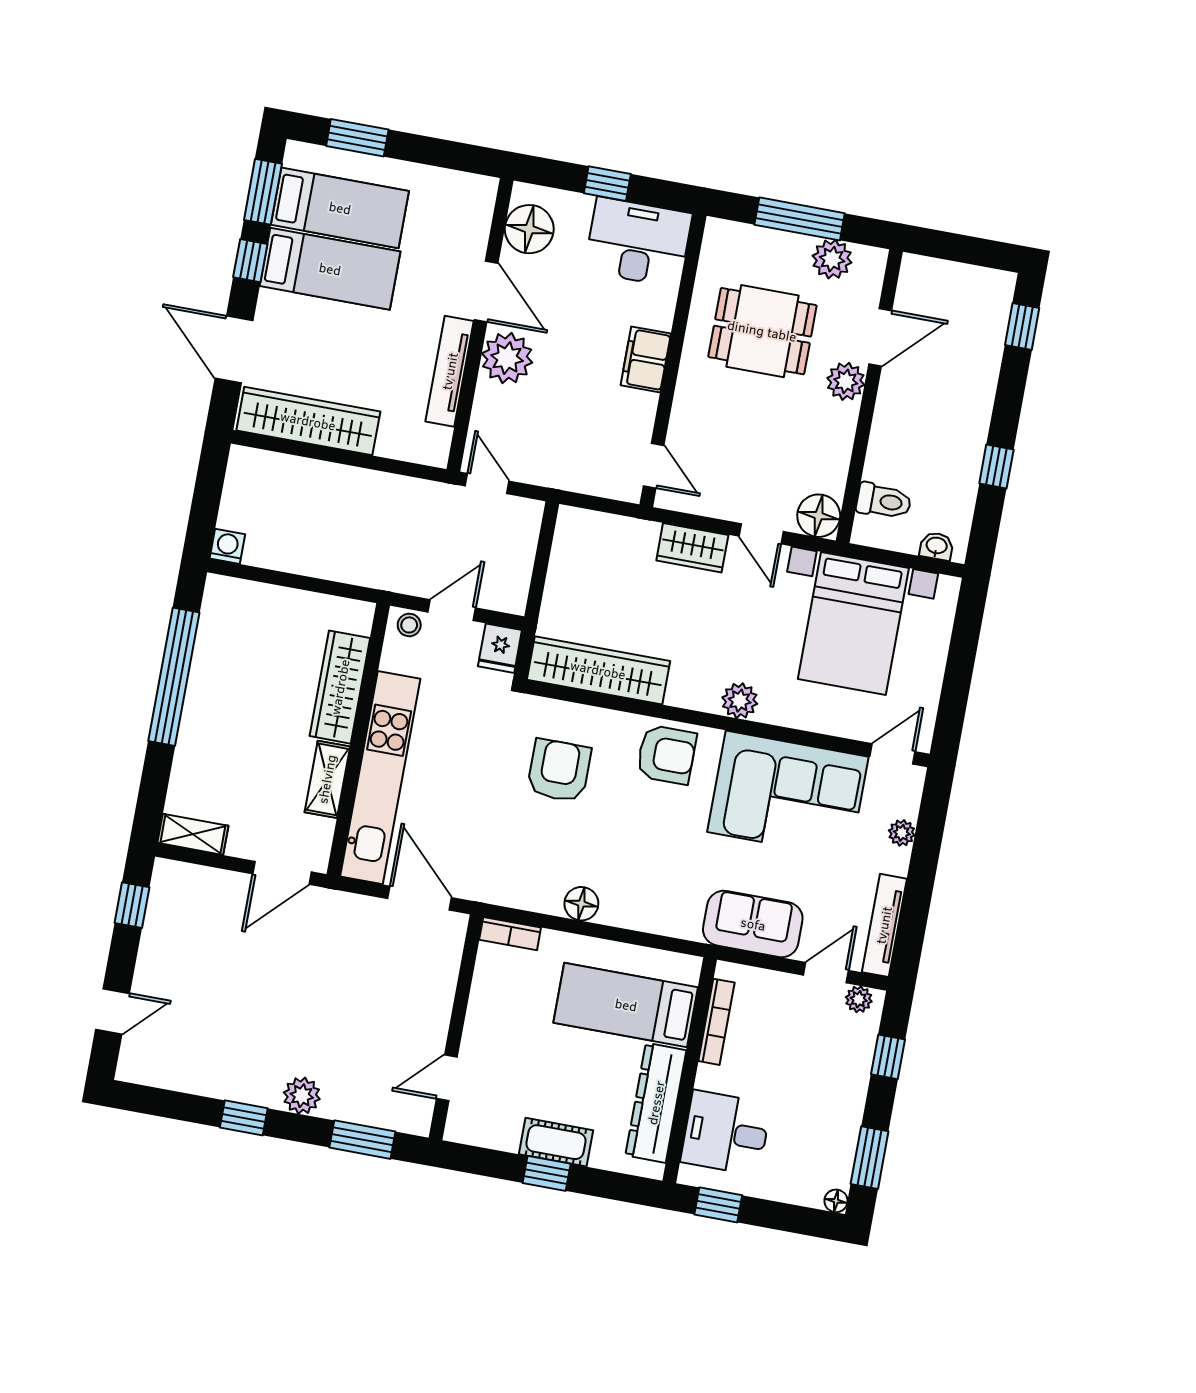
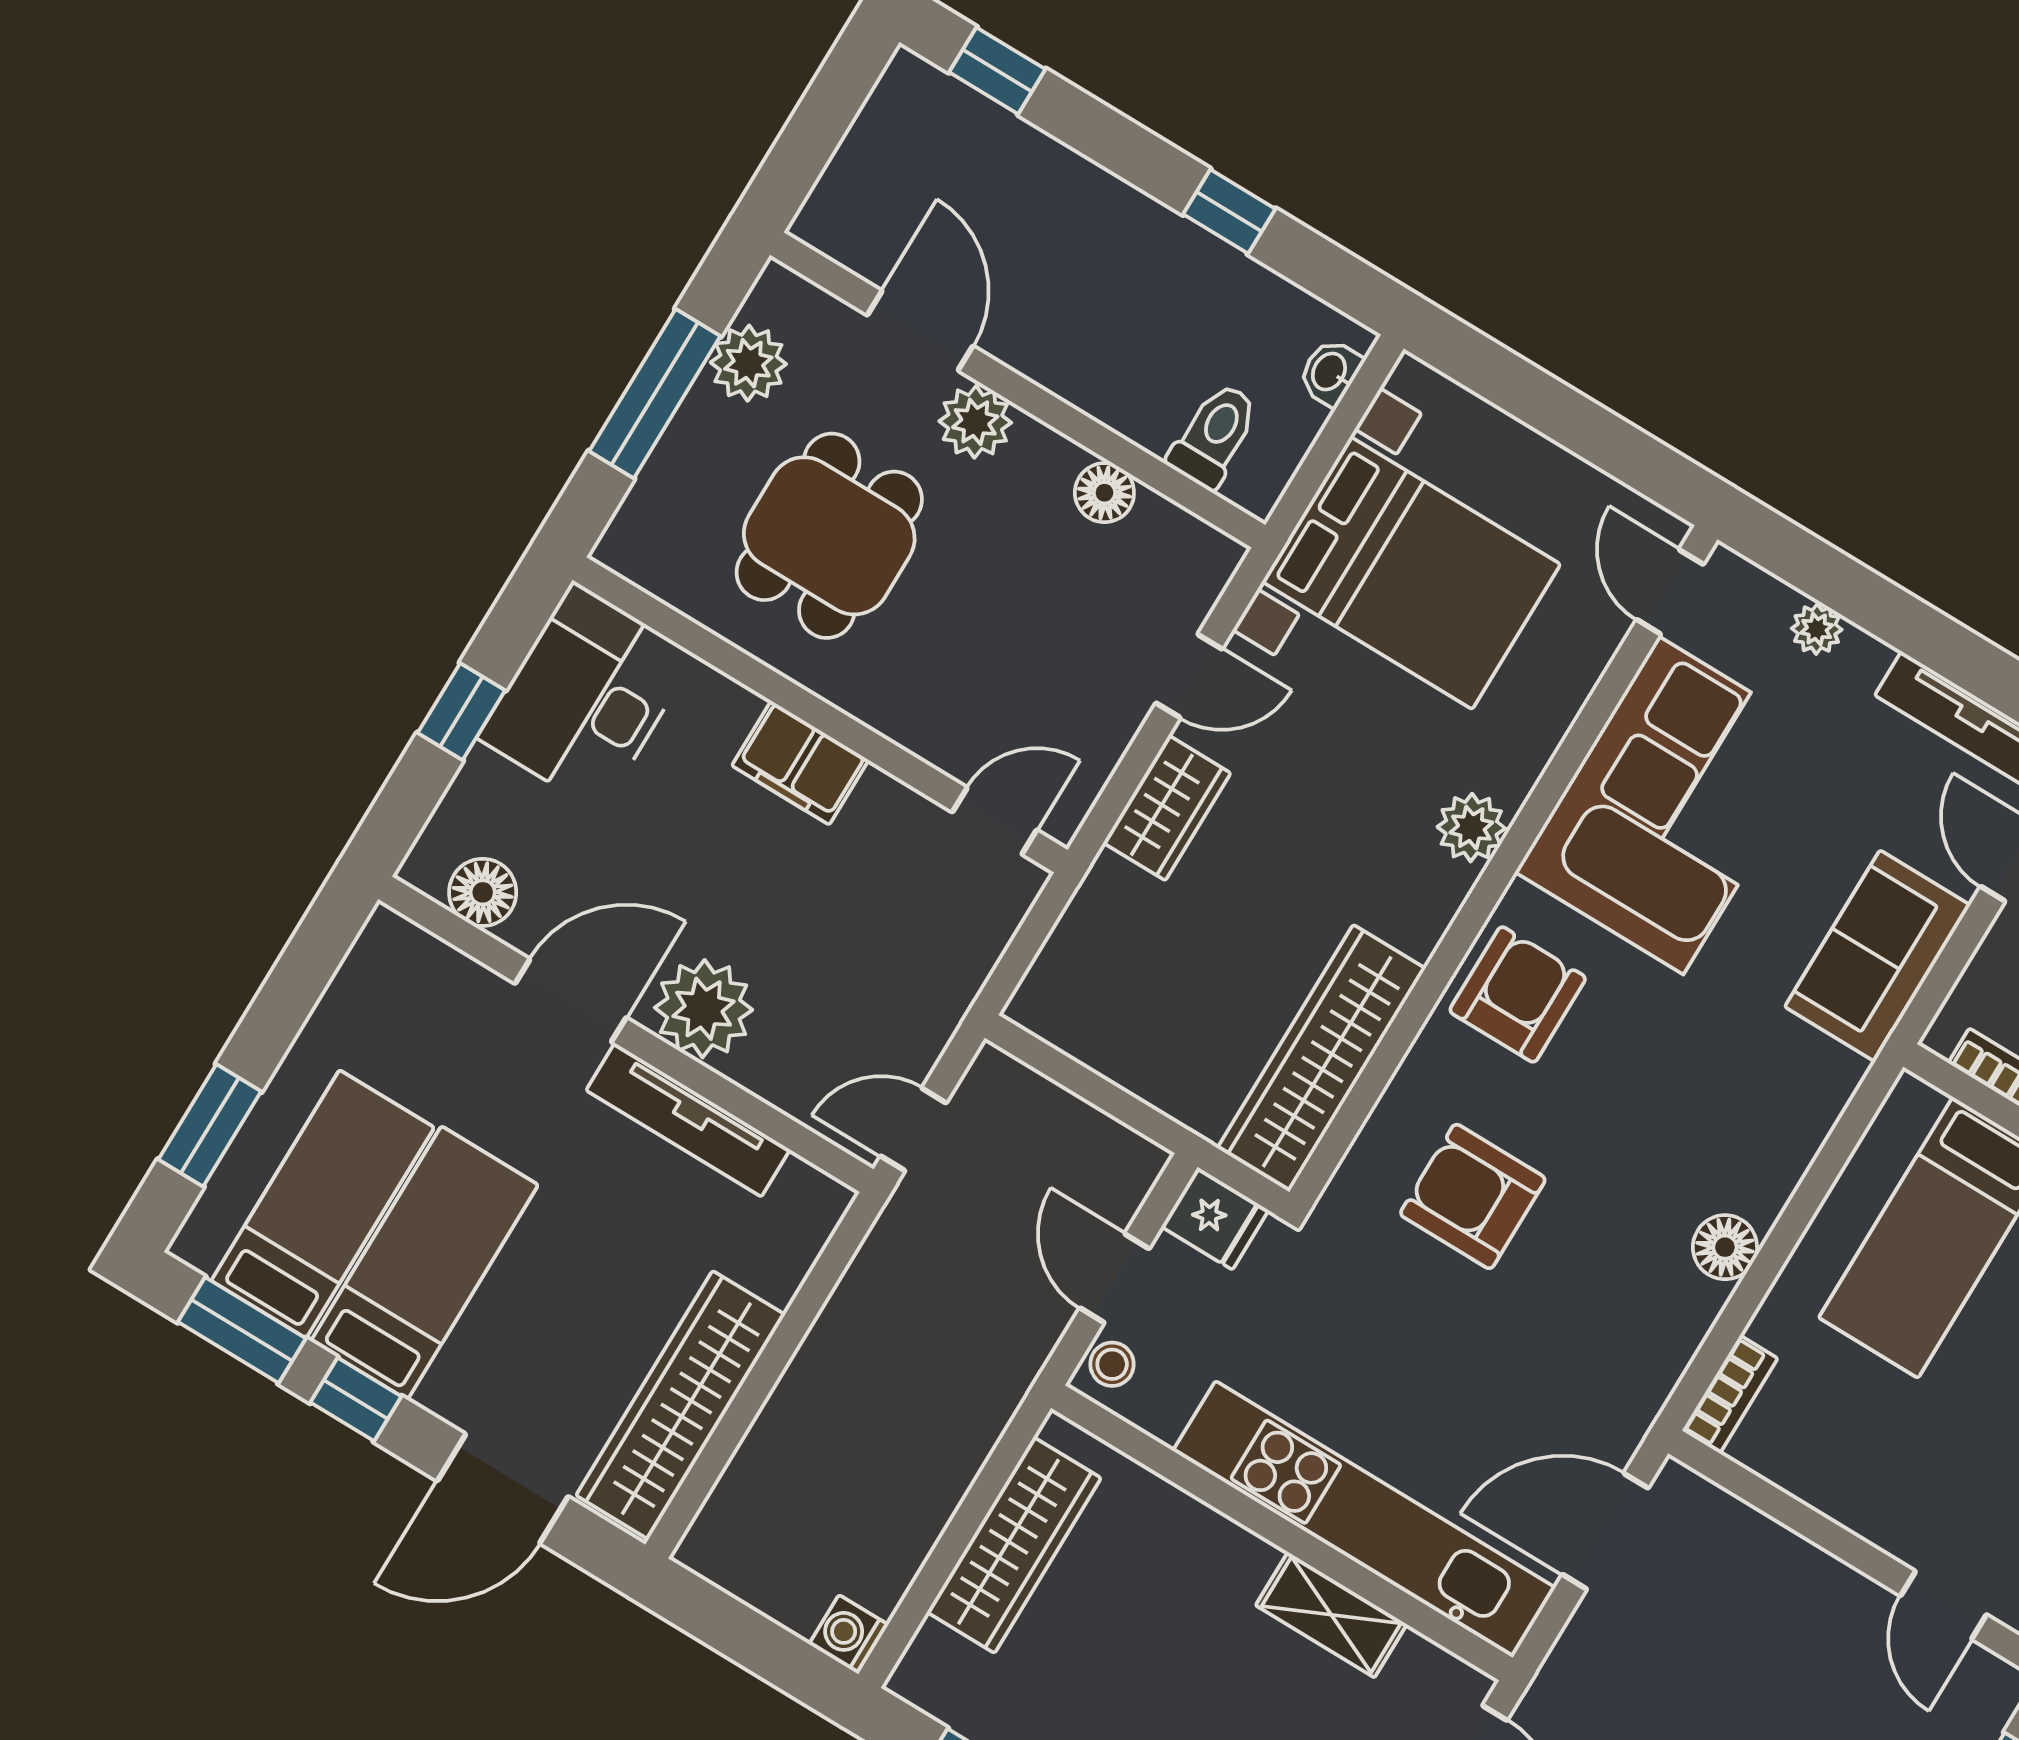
floor lamp: (529, 229) -> (483, 892), width x0.73, depth x0.73
floor lamp: (819, 516) -> (1104, 493), moved, width x0.73, depth x0.73
wardrobe: (340, 687) -> (1014, 1545), moved, turned -90

